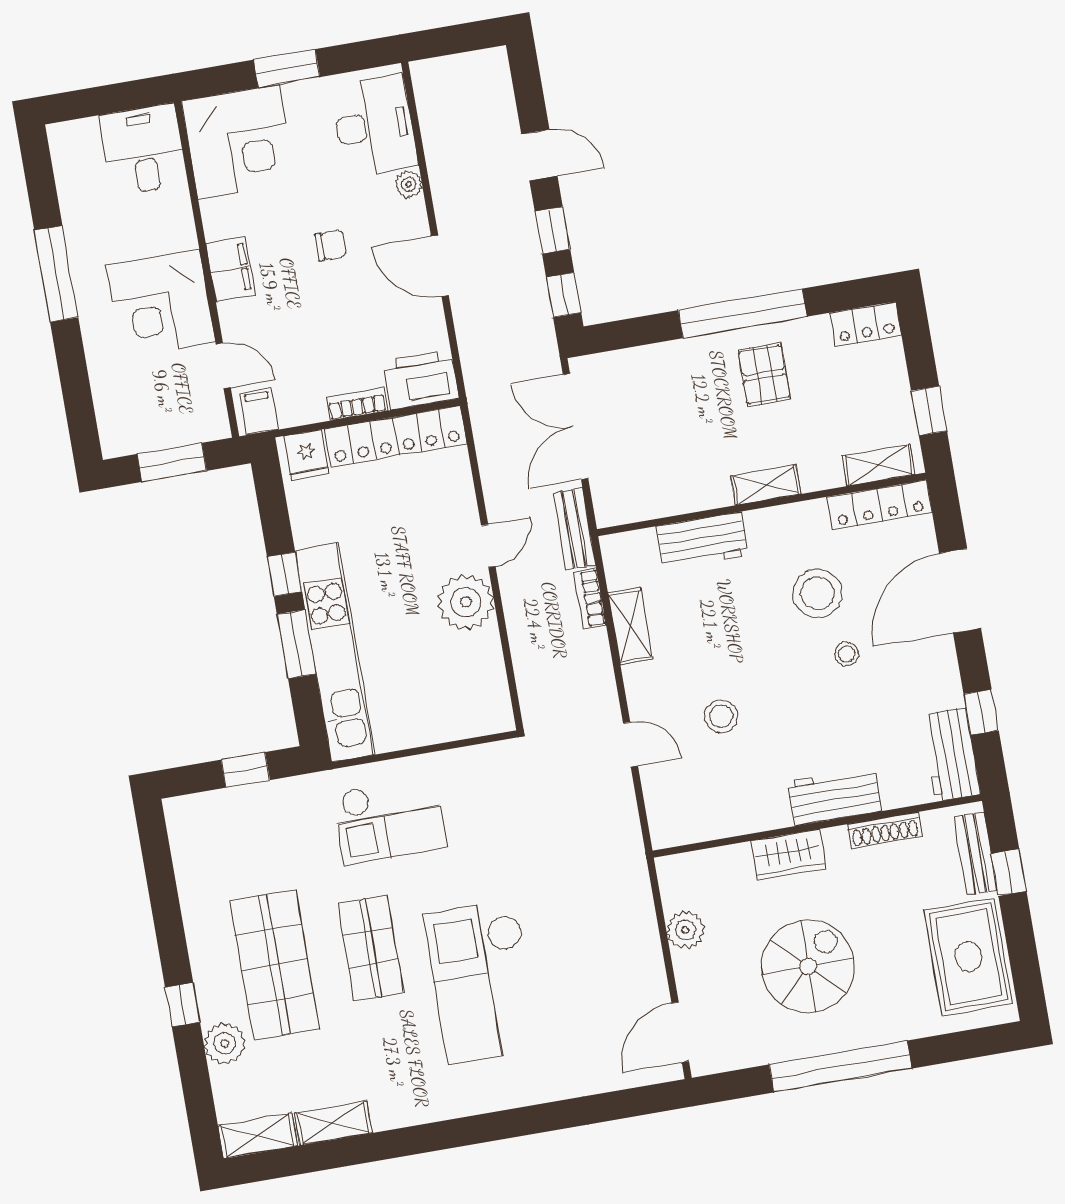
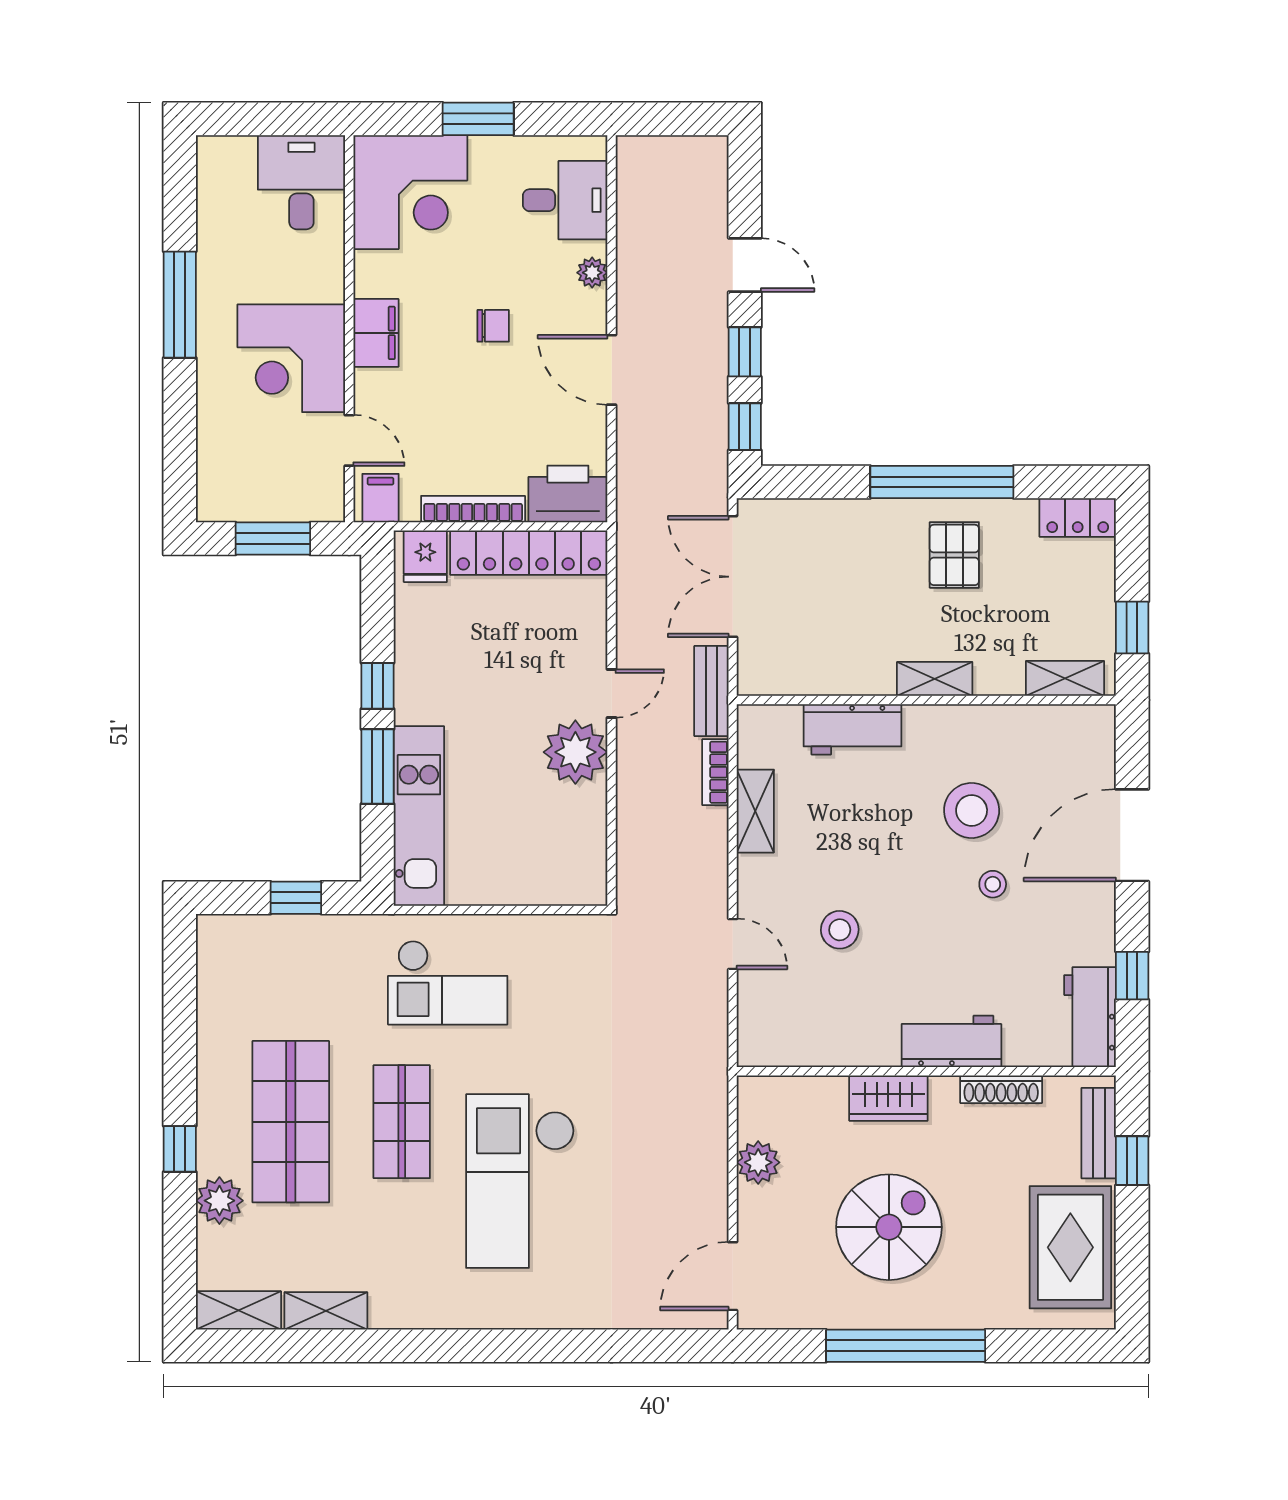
desk: (374, 126) -> (565, 200), width x0.73
bookcase: (357, 404) -> (473, 509), width x1.56
locker: (879, 505) -> (1058, 723), removed
kitchen unit: (335, 652) -> (419, 816), width x0.73

